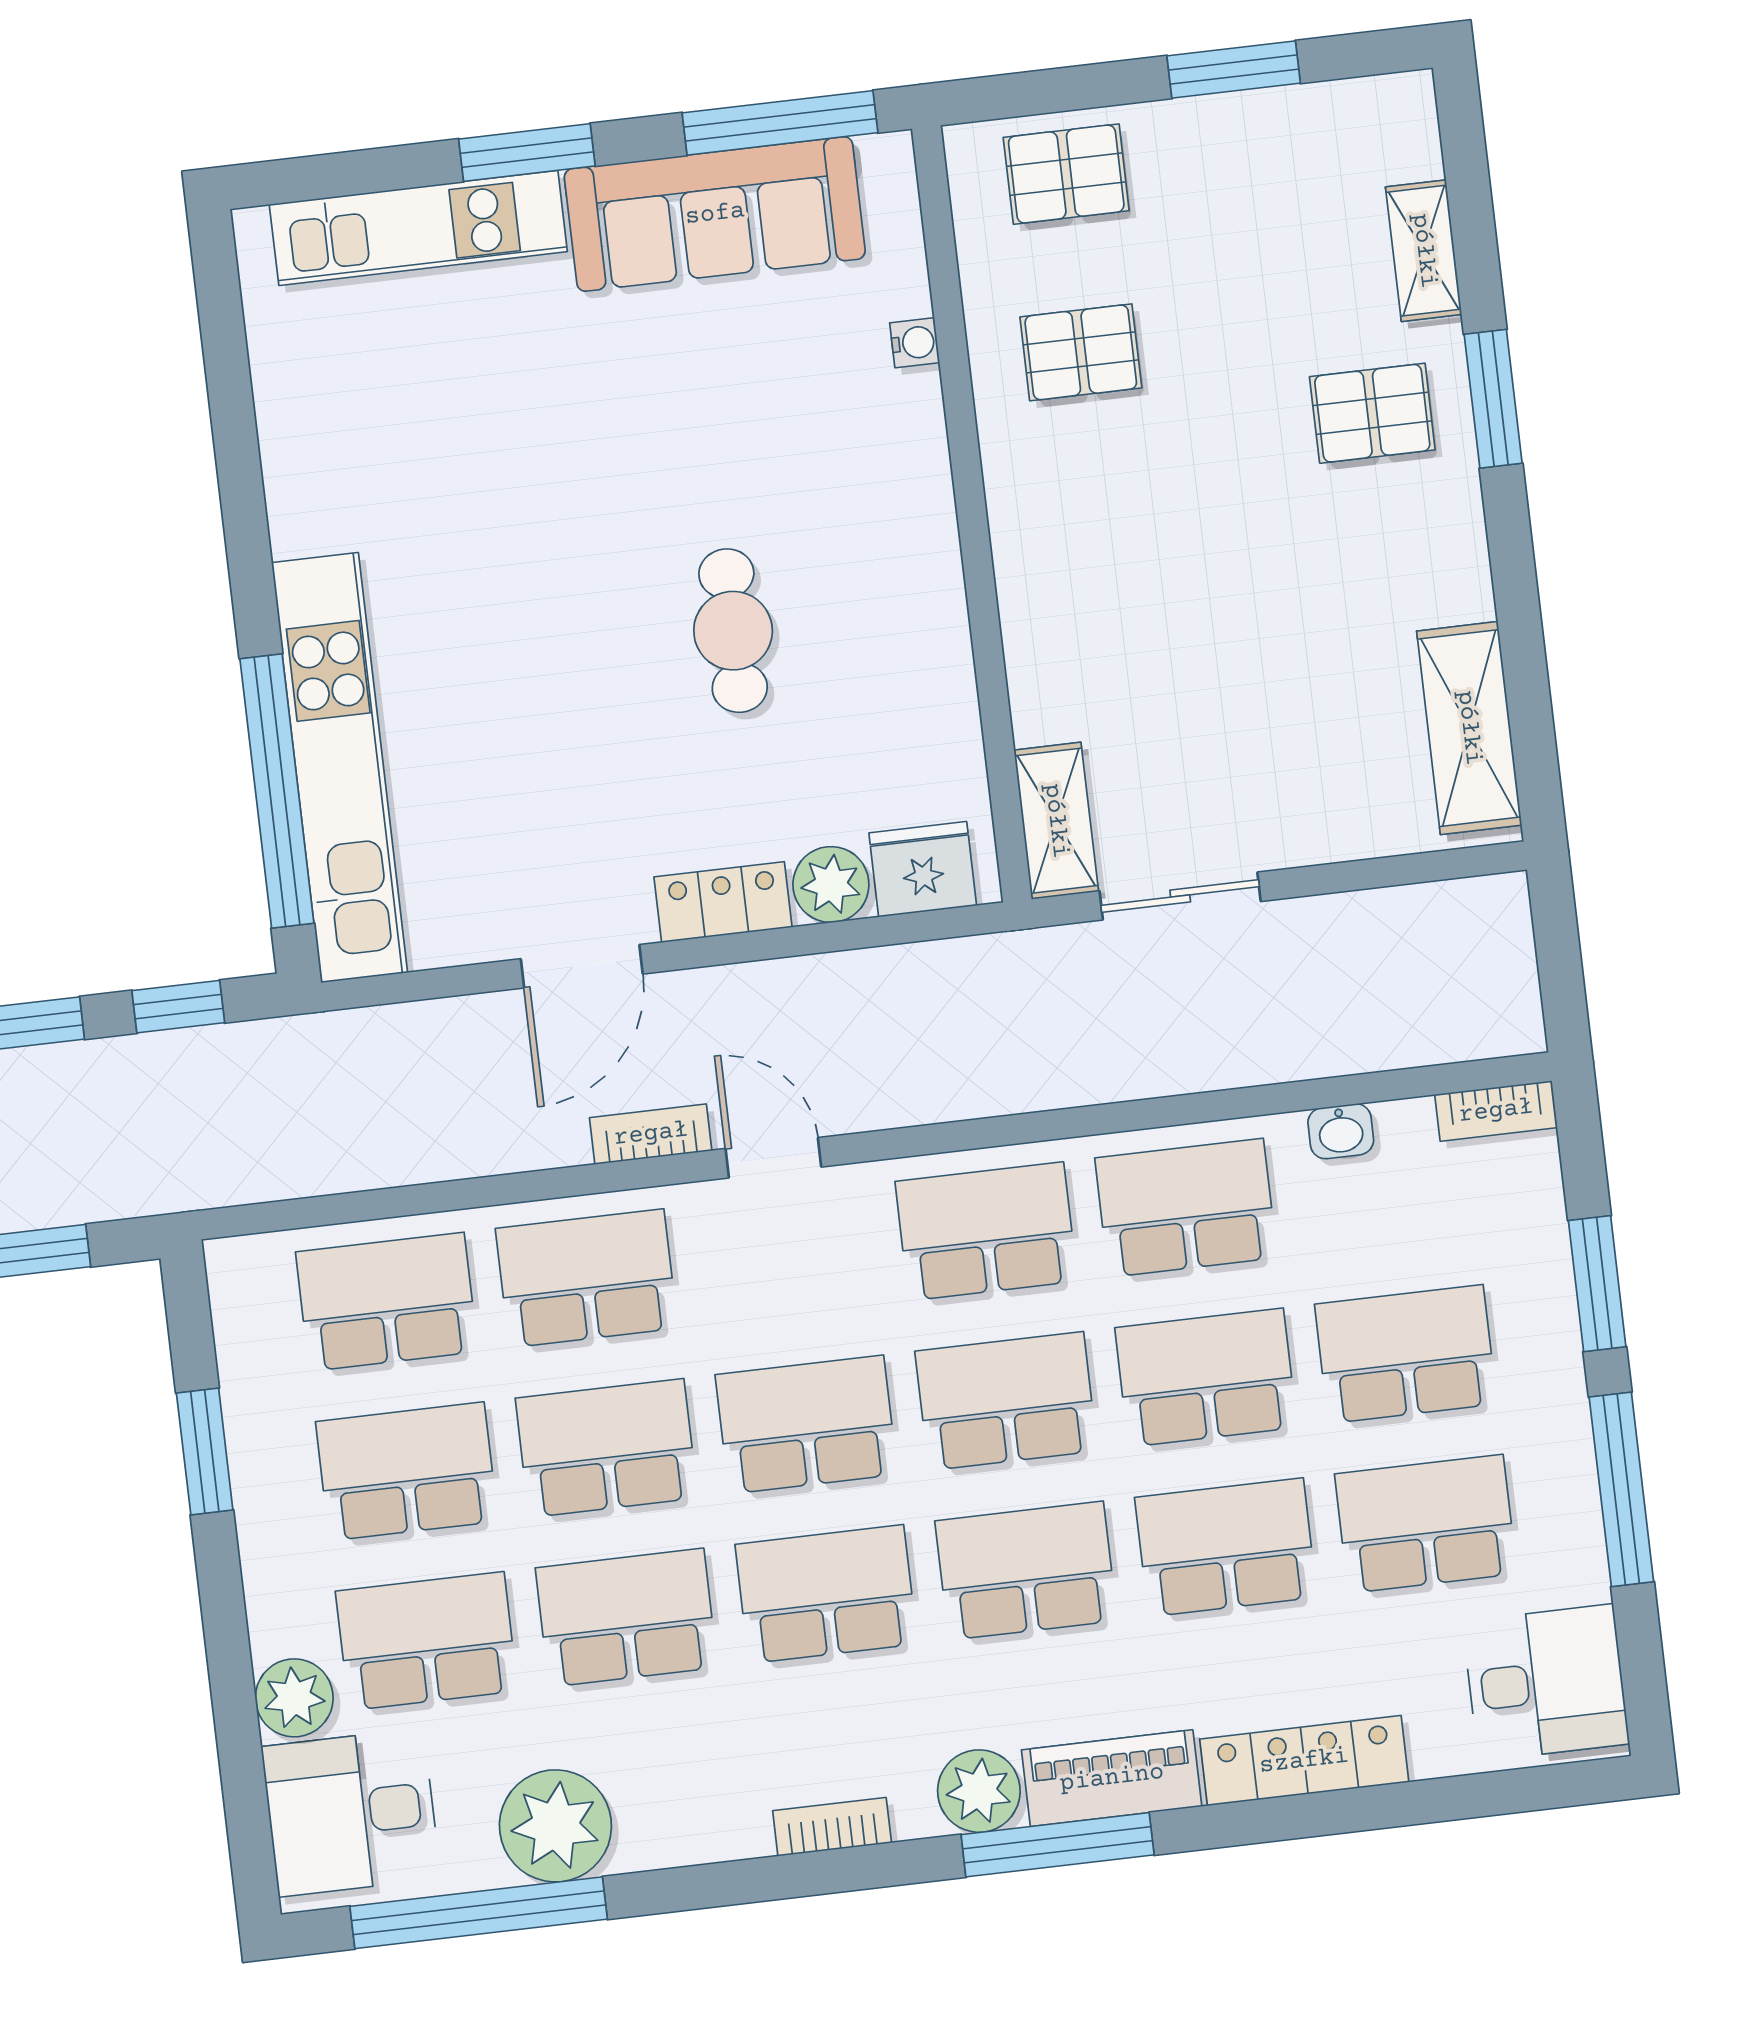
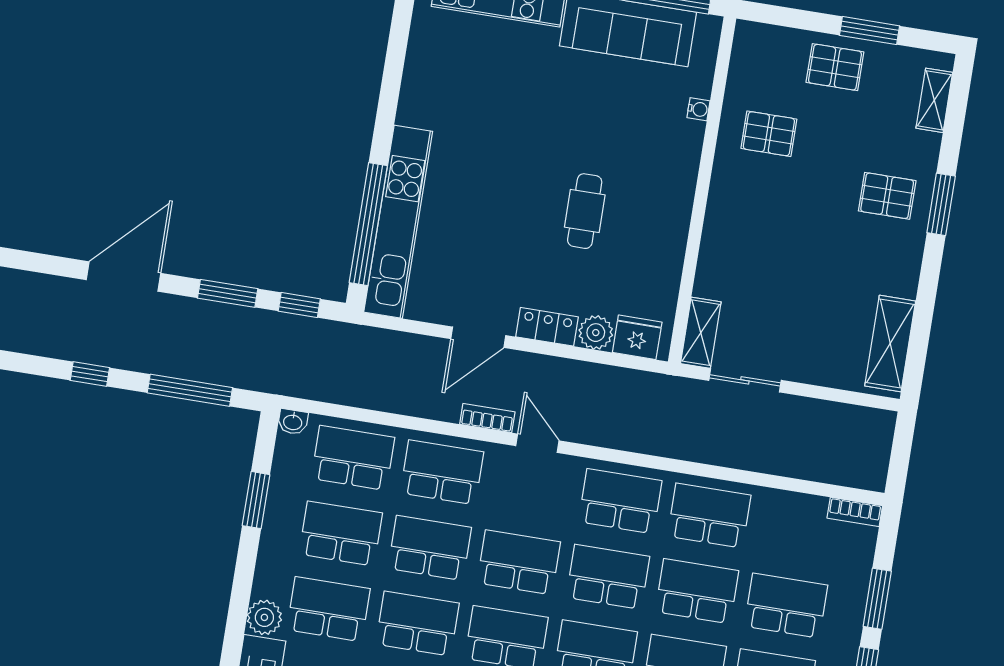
pallet: (1066, 174) -> (835, 67), moved
shelving: (1424, 251) -> (934, 100), moved
washbasin: (1341, 1131) -> (293, 422), moved

